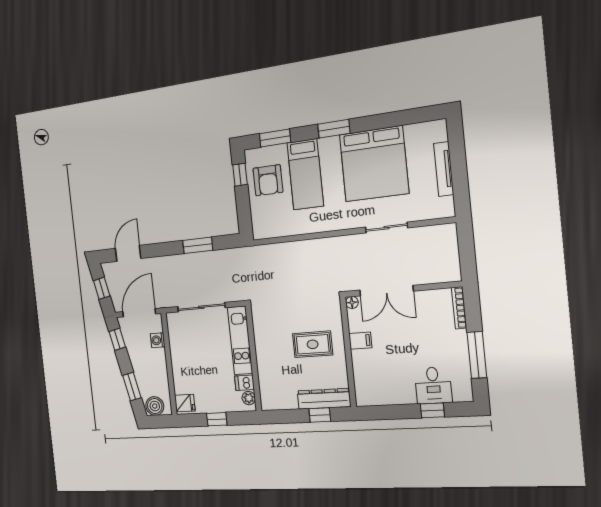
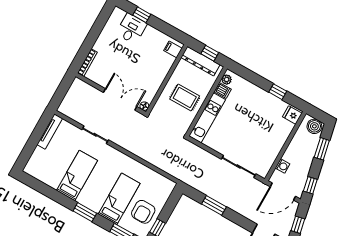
bed: (374, 164) -> (77, 175), width x0.49
tv unit: (444, 169) -> (50, 132), moved
armchair: (268, 180) -> (143, 212), turned 180
kitchen unit: (240, 340) -> (207, 118), moved
filing cabinet: (360, 341) -> (173, 49), moved
window: (477, 355) -> (96, 30), removed
wall: (254, 358) -> (206, 101), moved
dishwasher: (245, 383) -> (223, 90), moved
plant: (249, 398) -> (227, 80), moved

